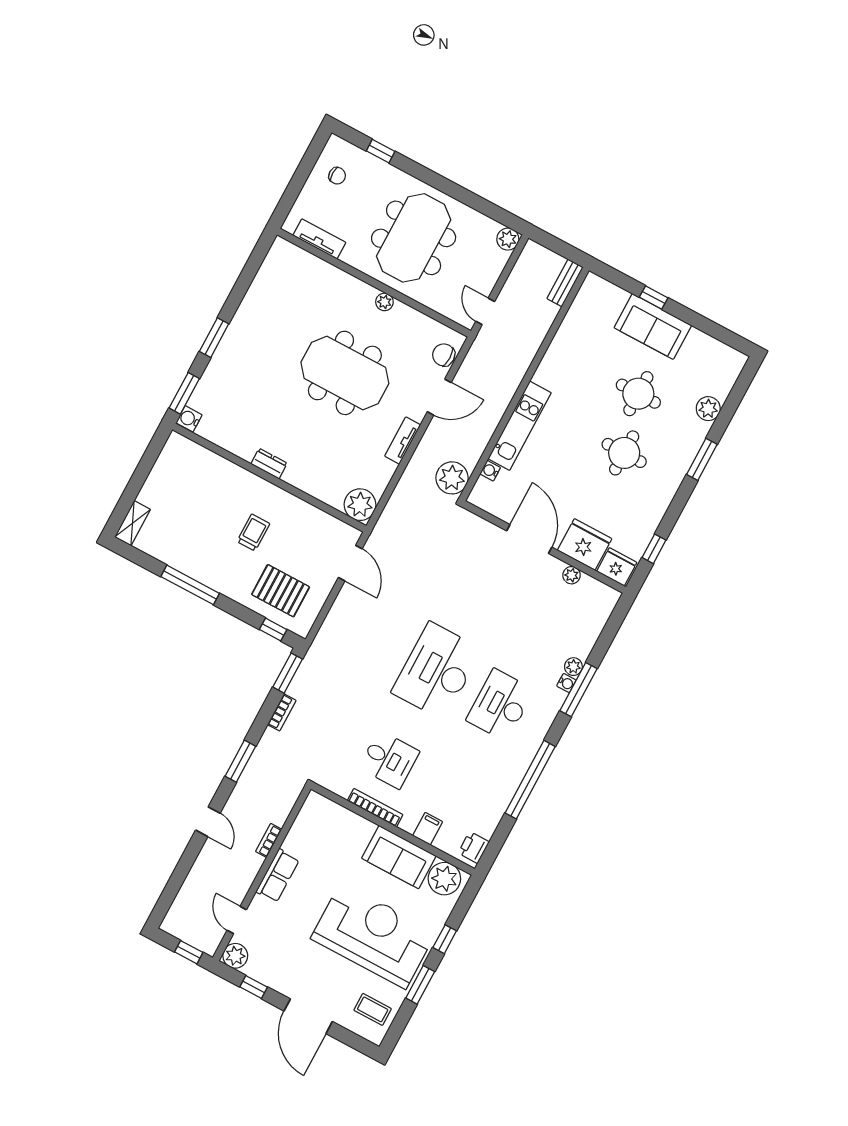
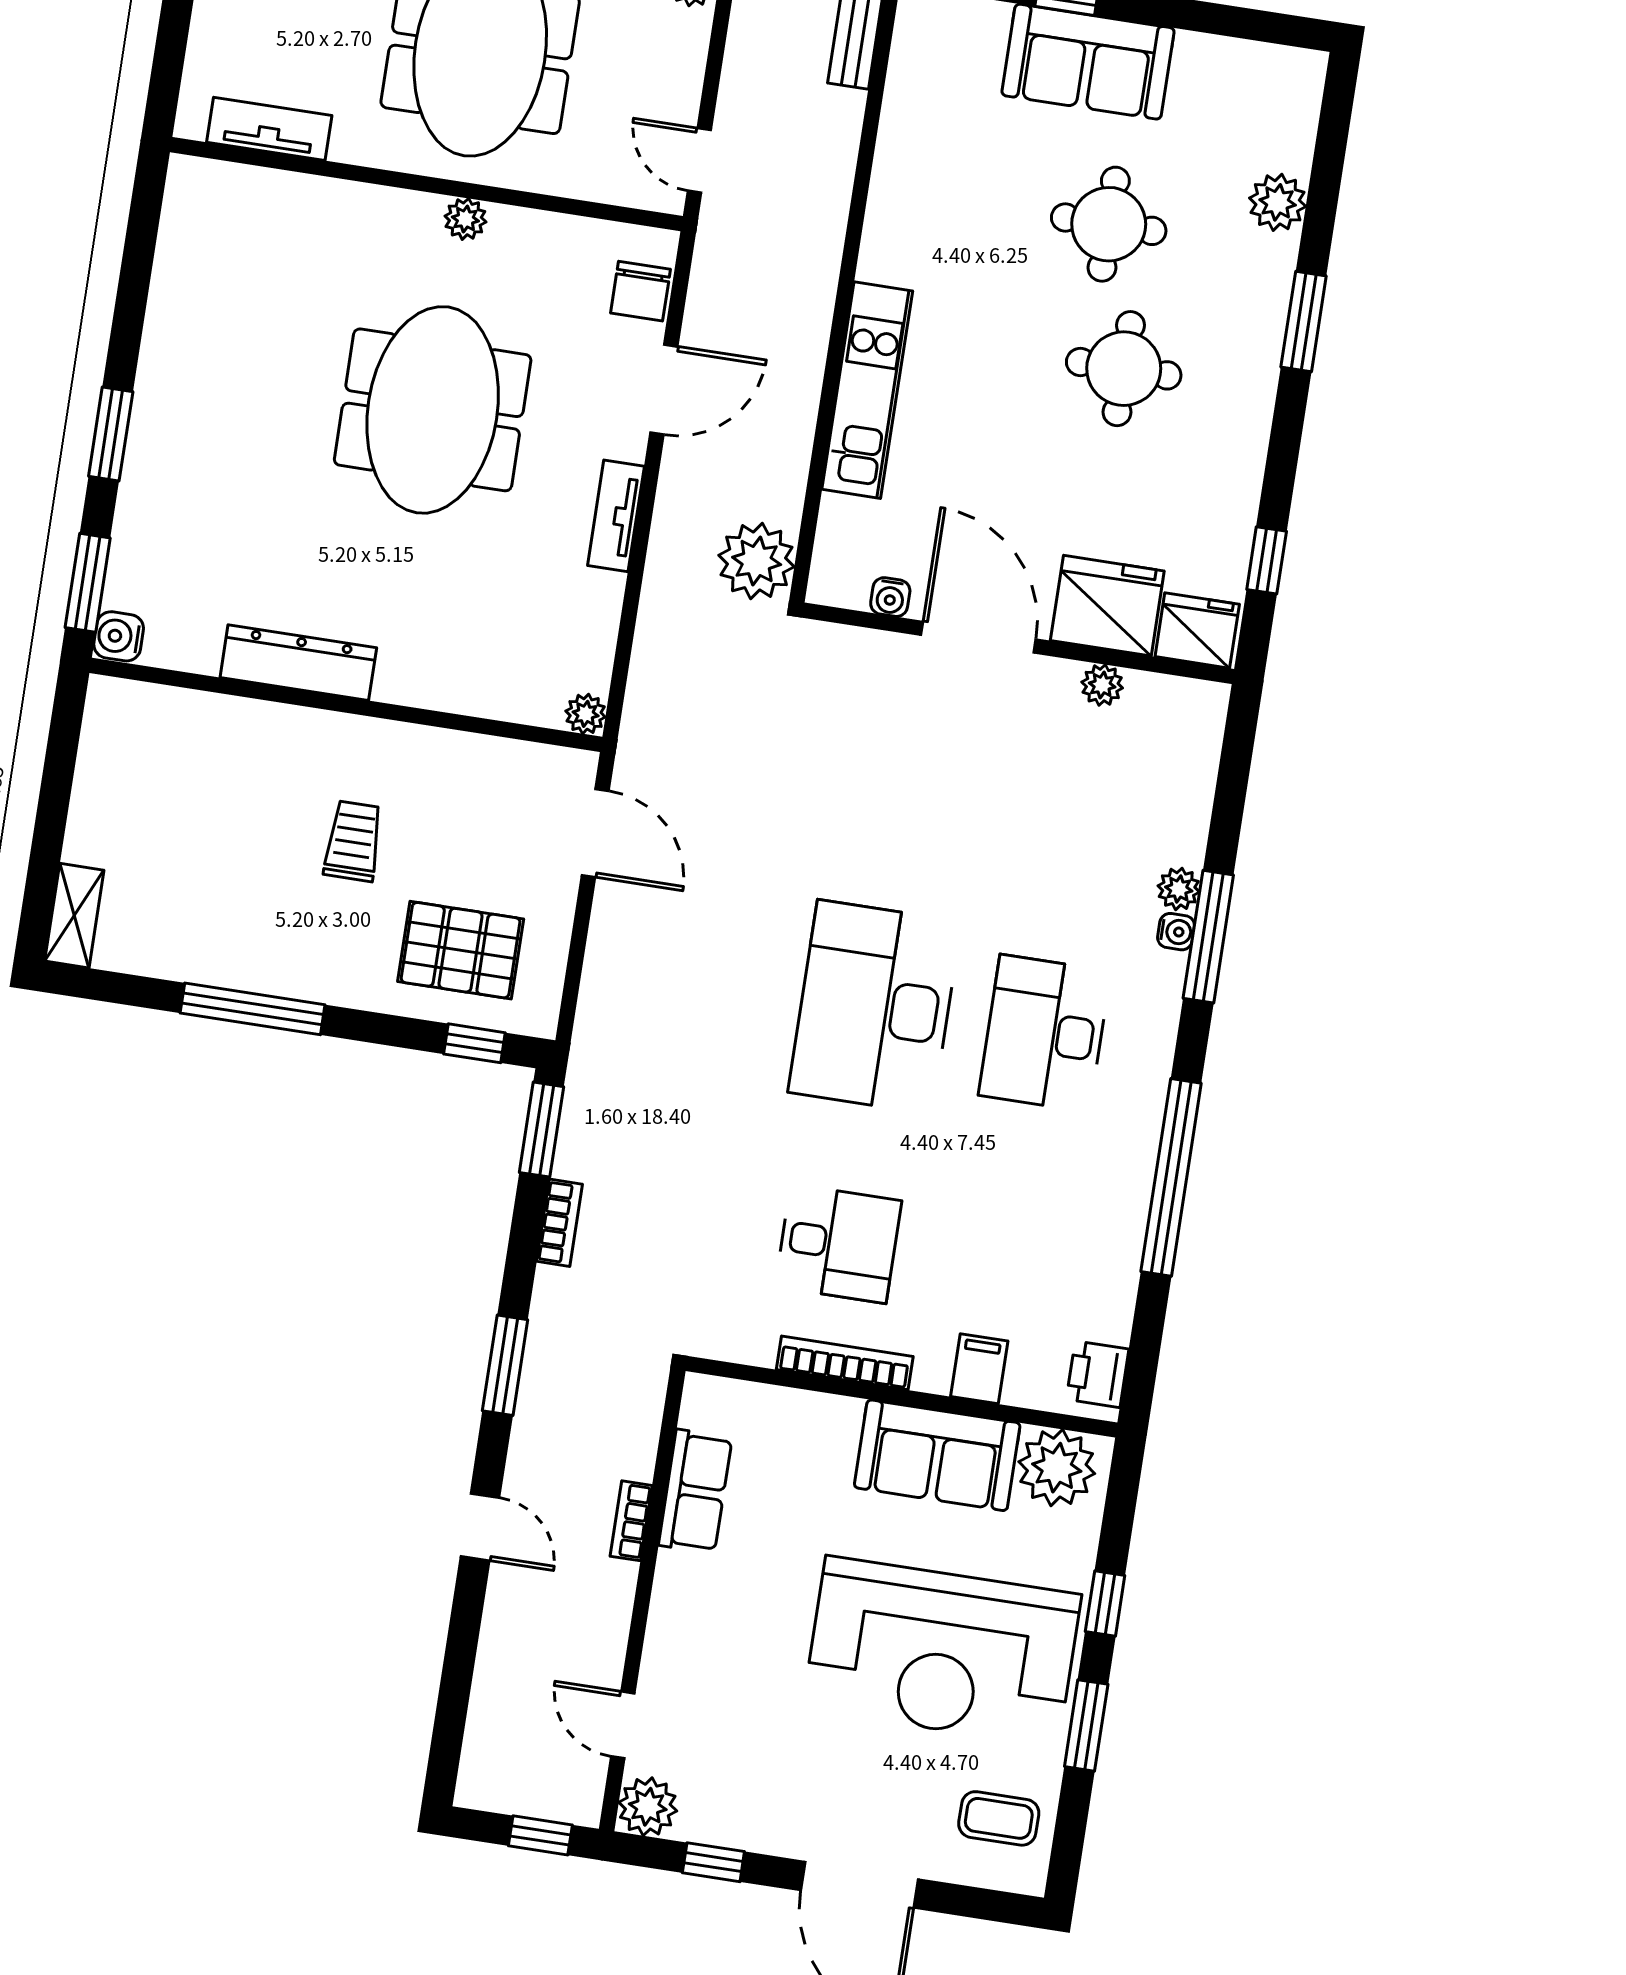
chair: (444, 355) -> (641, 291), turned -90
meeting table: (345, 373) -> (433, 410), turned 90
dresser: (269, 464) -> (298, 663), width x1.96, depth x1.24
water cooler: (490, 471) -> (890, 597), moved, turned -90
plant: (360, 505) -> (586, 714), width x0.53, depth x0.53
row of seats: (278, 876) -> (695, 1491), moved
reception desk: (373, 935) -> (942, 1652), turned 180

